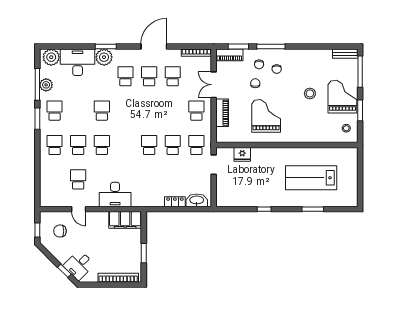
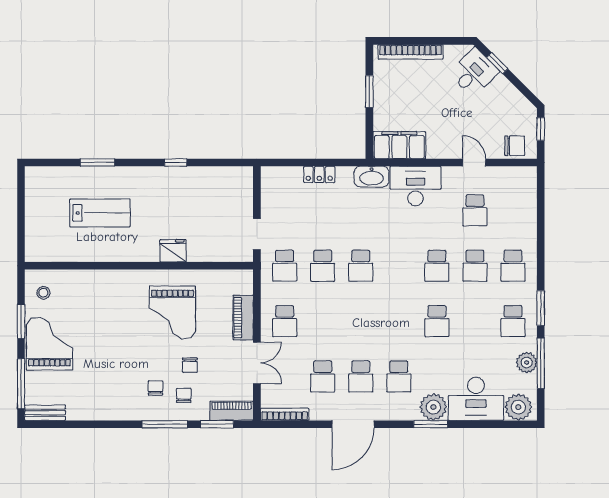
stool: (310, 93) -> (102, 349), removed
grand piano: (342, 97) -> (50, 344), turned 180
fridge: (242, 154) -> (173, 251), moved
lab bench: (311, 178) -> (100, 213), width x0.73, depth x0.72
washbasin: (197, 200) -> (372, 177), moved
chair: (60, 231) -> (515, 146), moved

